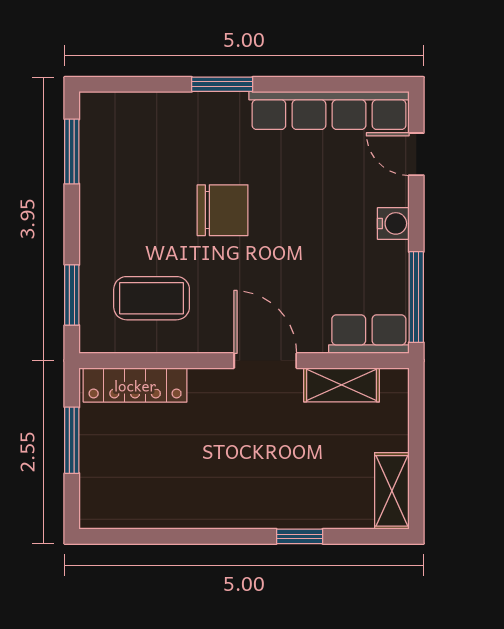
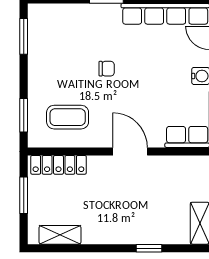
chair: (223, 210) -> (107, 69), width x0.54, depth x0.54
shelving: (342, 385) -> (60, 235), moved

